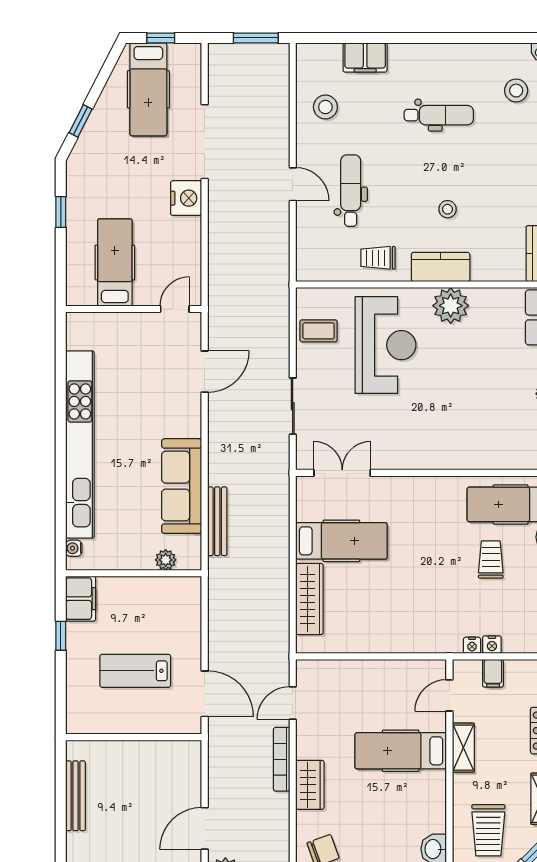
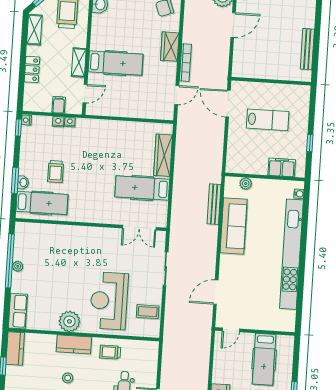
trolley: (378, 258) -> (110, 352), turned 180
filing cabinet: (81, 599) -> (282, 167), moved, turned 90

